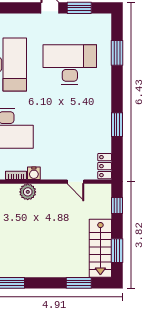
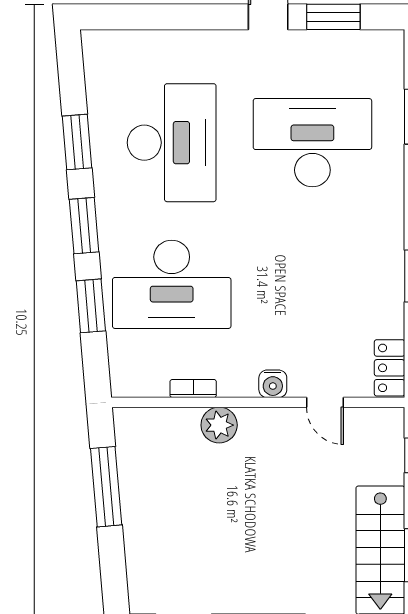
water cooler: (34, 173) -> (273, 384), moved

